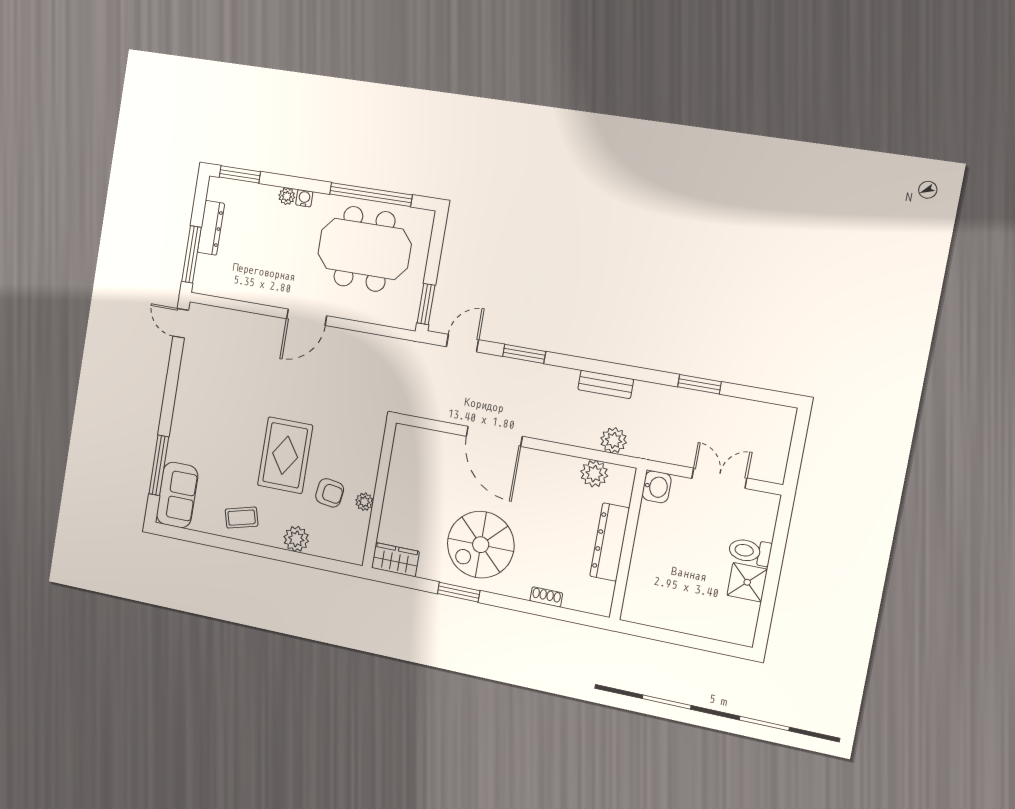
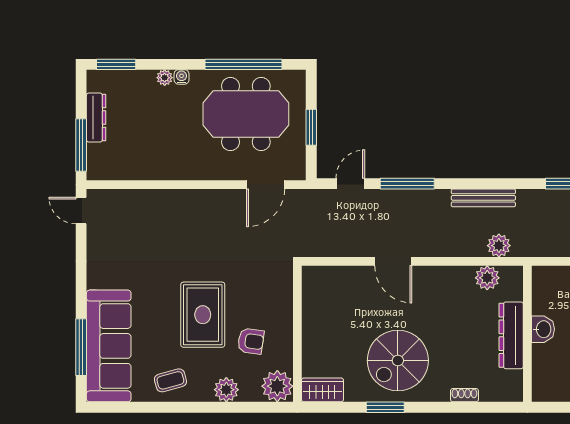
window: (426, 304) -> (311, 127), moved
door: (307, 317) -> (266, 185), moved
window: (524, 354) -> (407, 184), width x1.44
bench: (606, 384) -> (483, 198), width x1.36
door: (494, 436) -> (393, 261), width x0.73
washbasin: (657, 487) -> (543, 329), moved
sofa: (177, 495) -> (109, 346), width x1.85, depth x1.27
plant: (364, 502) -> (277, 386), moved, width x1.88, depth x1.88

